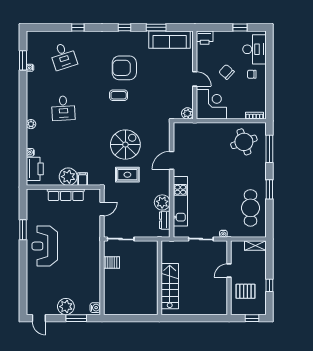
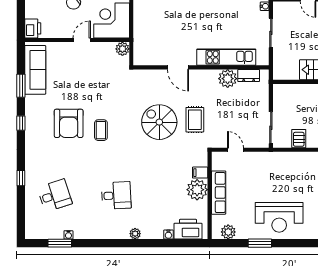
plant: (32, 203) -> (228, 232), added

